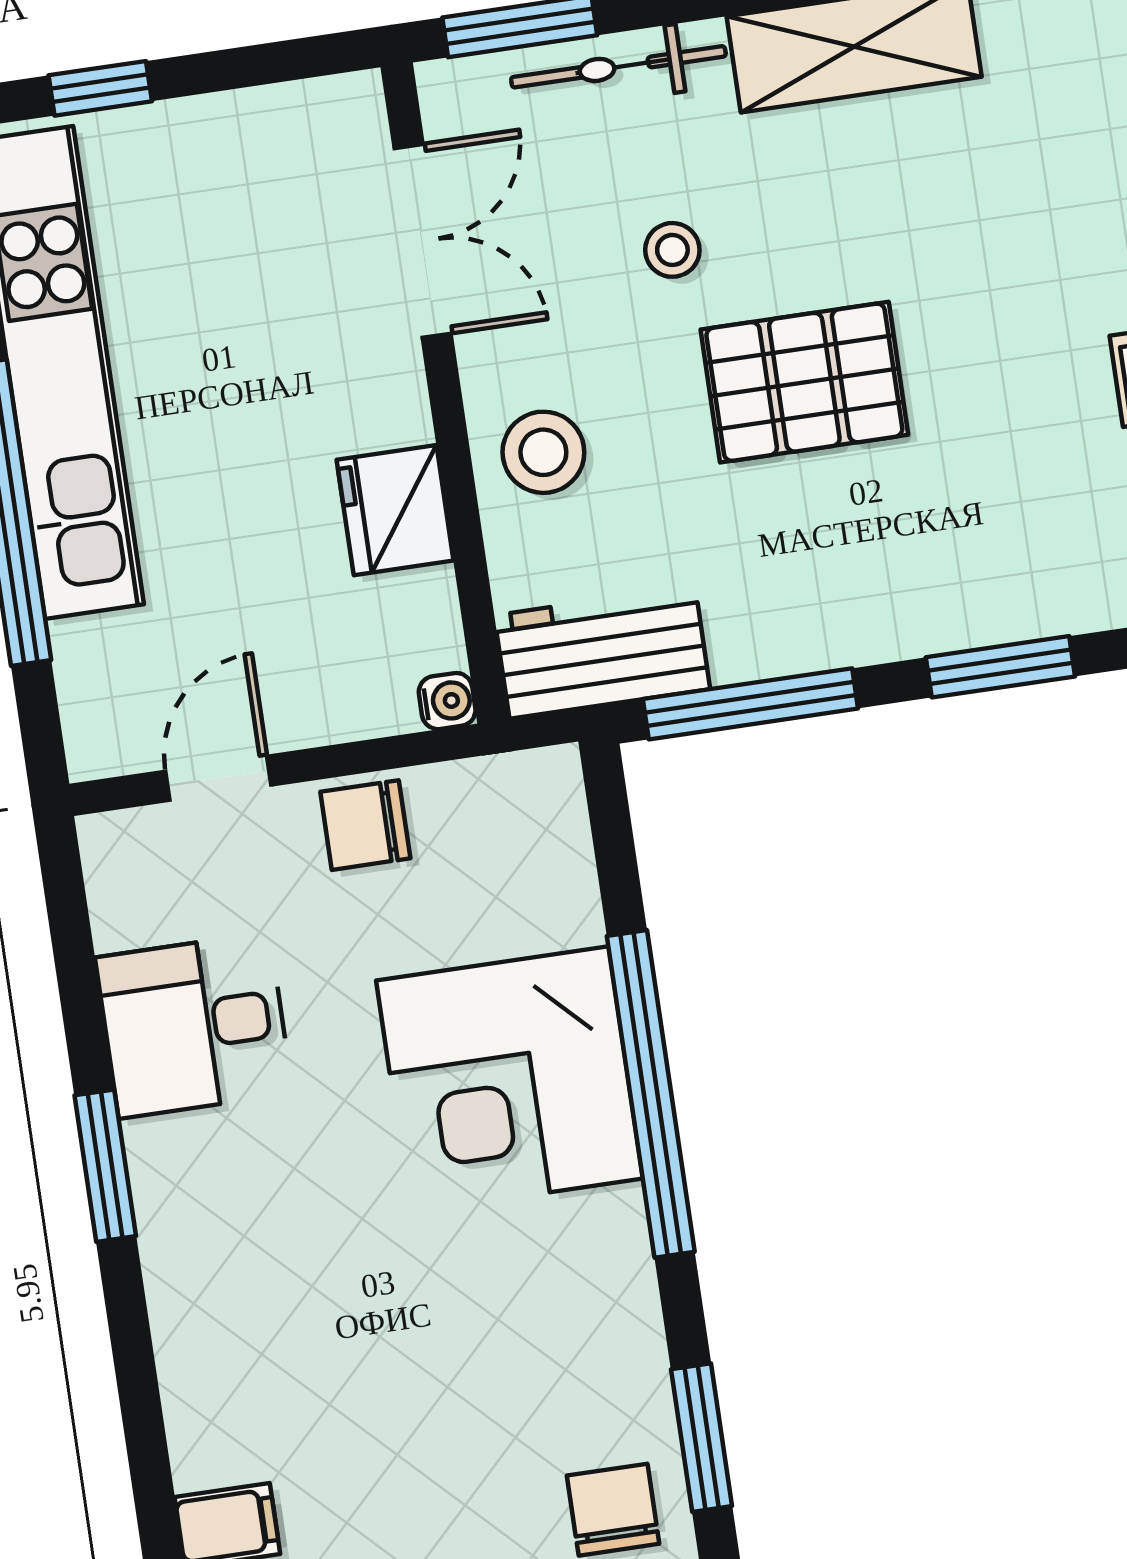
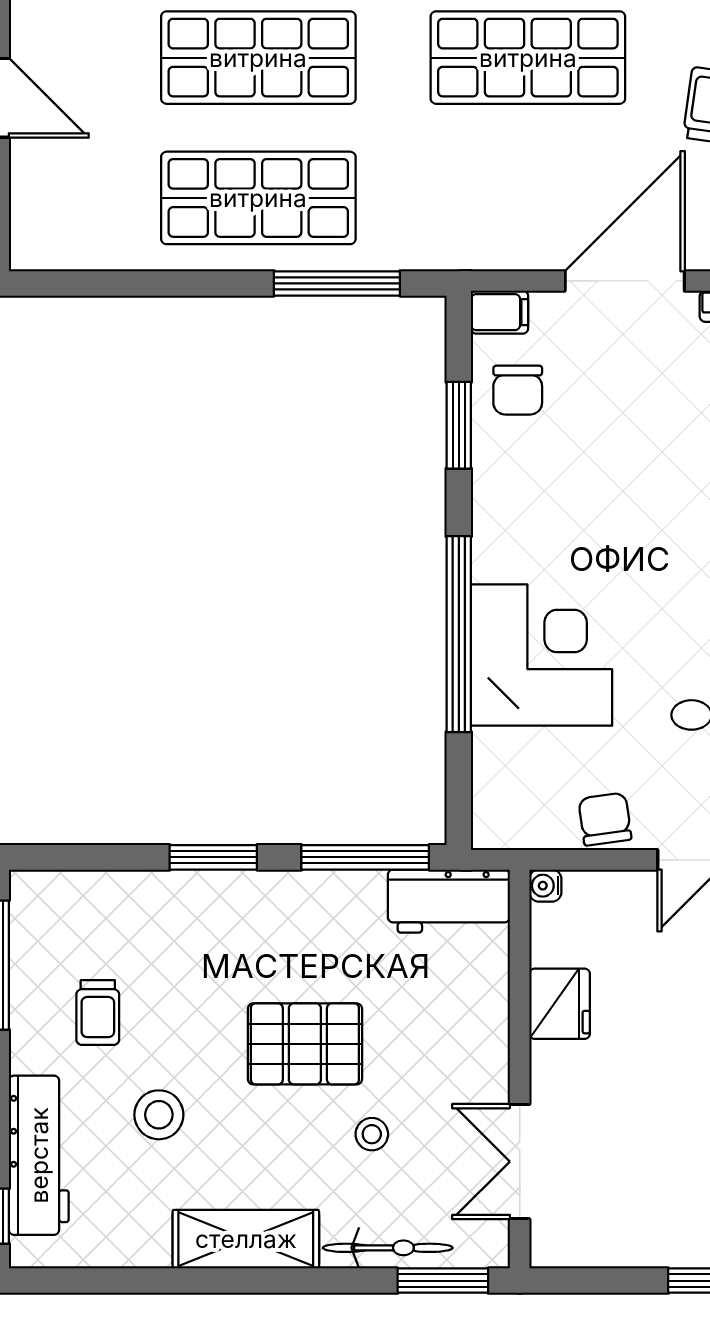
stool: (543, 452) -> (159, 1115), moved
chair: (365, 825) -> (605, 819), turned -98

